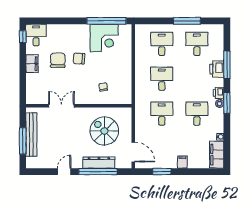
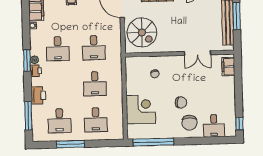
desk: (36, 35) -> (214, 126), moved
corner desk: (104, 38) -> (141, 109), moved, turned 90
chair: (58, 60) -> (189, 123), moved
filing cabinet: (32, 64) -> (228, 67), moved
window: (227, 65) -> (28, 116), moved
spiral stairs: (104, 131) -> (142, 32), moved

